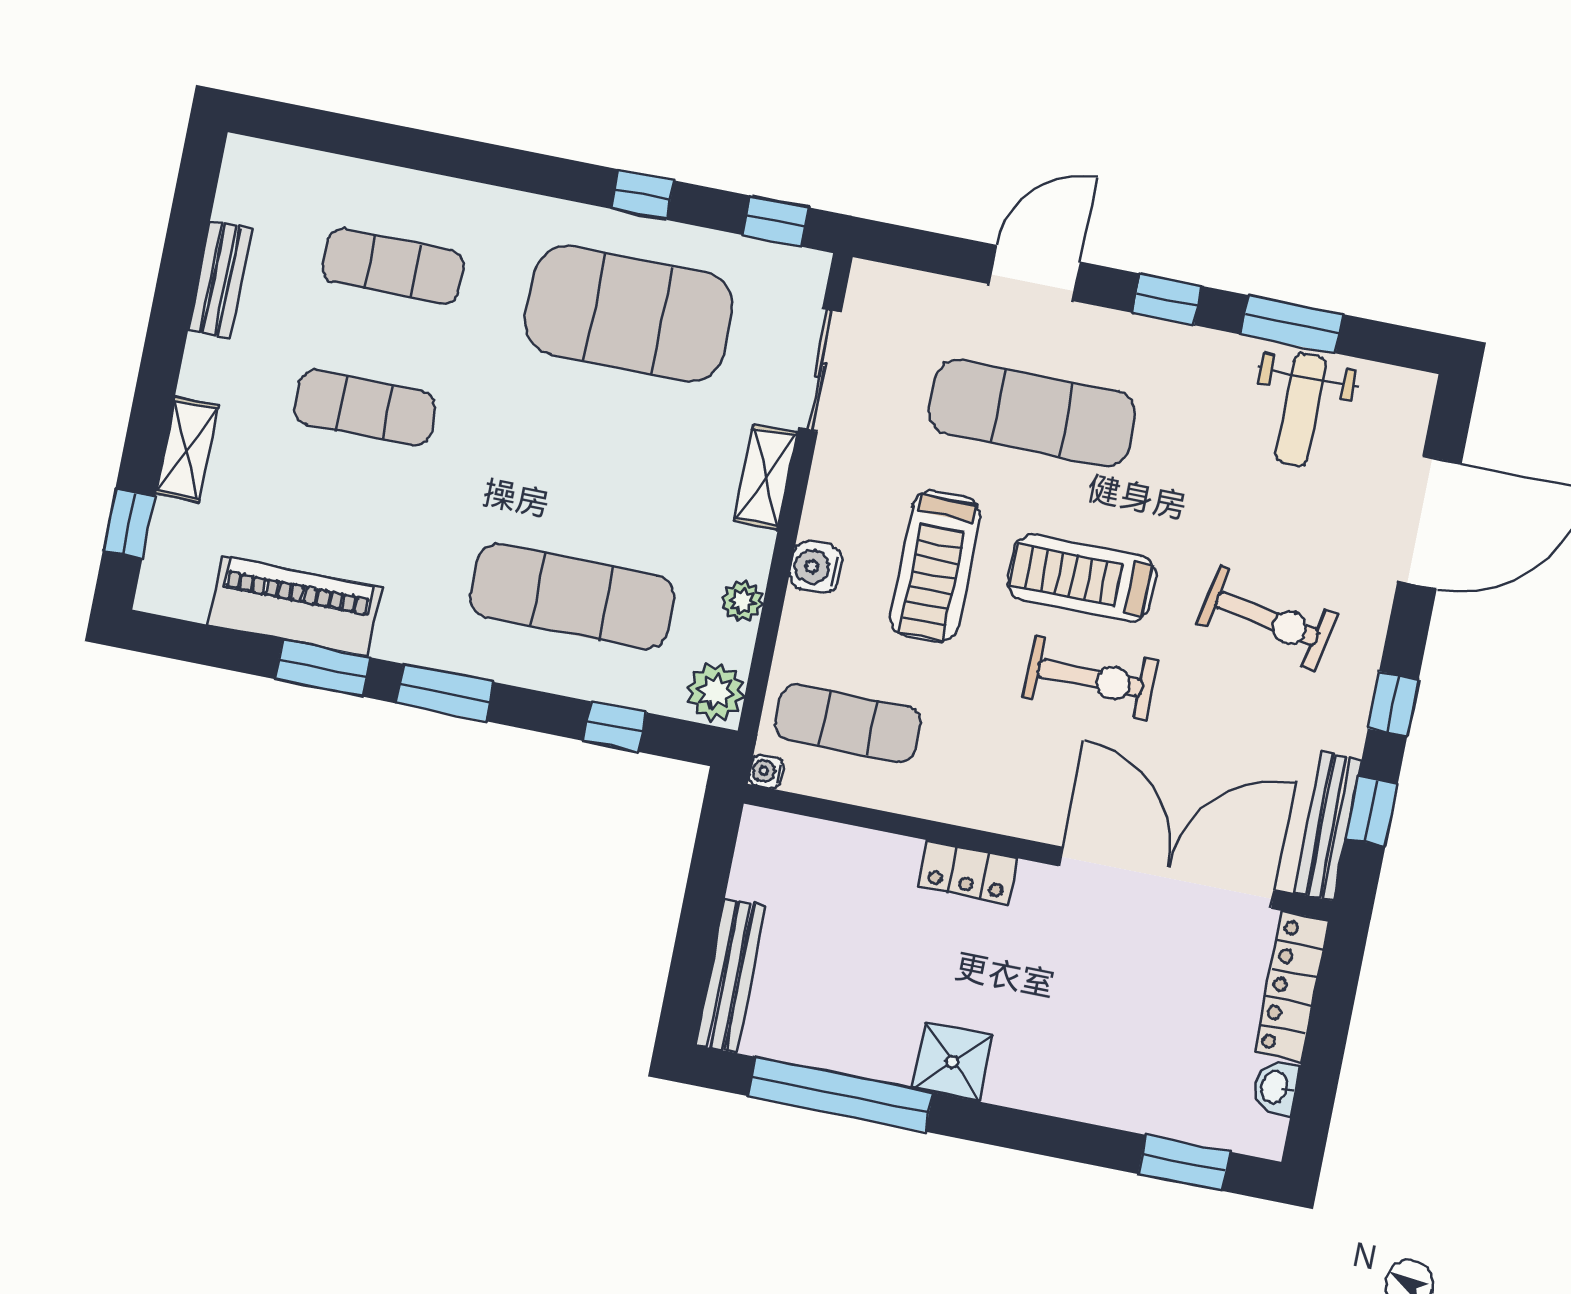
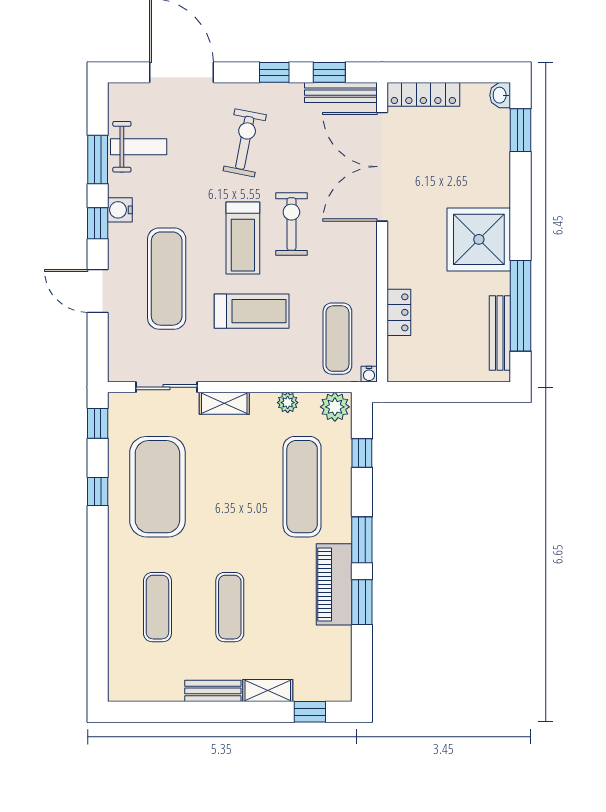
bench: (220, 280) -> (213, 691), moved
water cooler: (816, 567) -> (120, 210), moved, turned 90
piano: (295, 606) -> (334, 584), moved
locker: (968, 872) -> (399, 312), moved
bench: (731, 976) -> (500, 333), moved, turned 90
shower: (952, 1062) -> (479, 239), width x1.86, depth x1.86
washbasin: (1275, 1087) -> (500, 95), moved, turned 90

